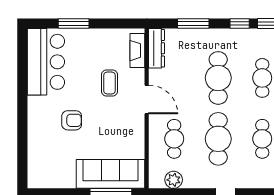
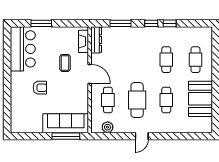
cafe table: (218, 78) -> (137, 60), removed

